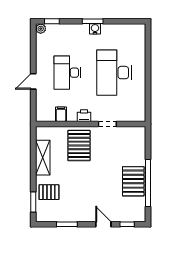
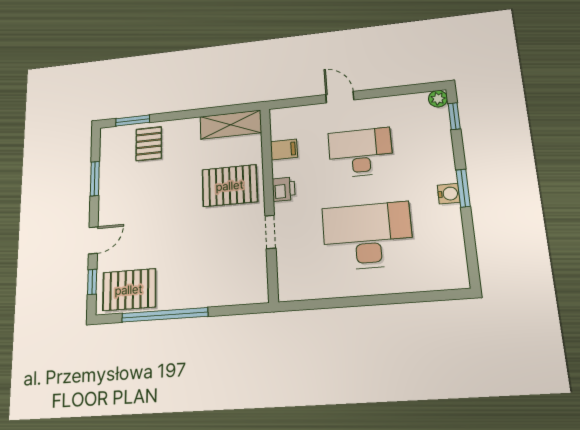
shelving: (43, 158) -> (231, 125), moved
pallet: (133, 181) -> (129, 290), moved

